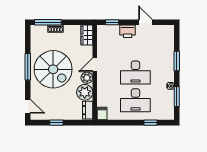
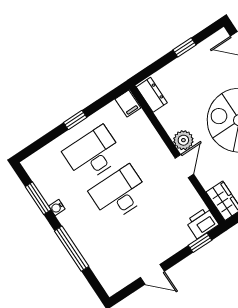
printer: (128, 31) -> (202, 223), moved
window: (177, 61) -> (72, 249), width x1.44
plant: (85, 92) -> (173, 117), removed
window: (150, 123) -> (75, 120), moved

